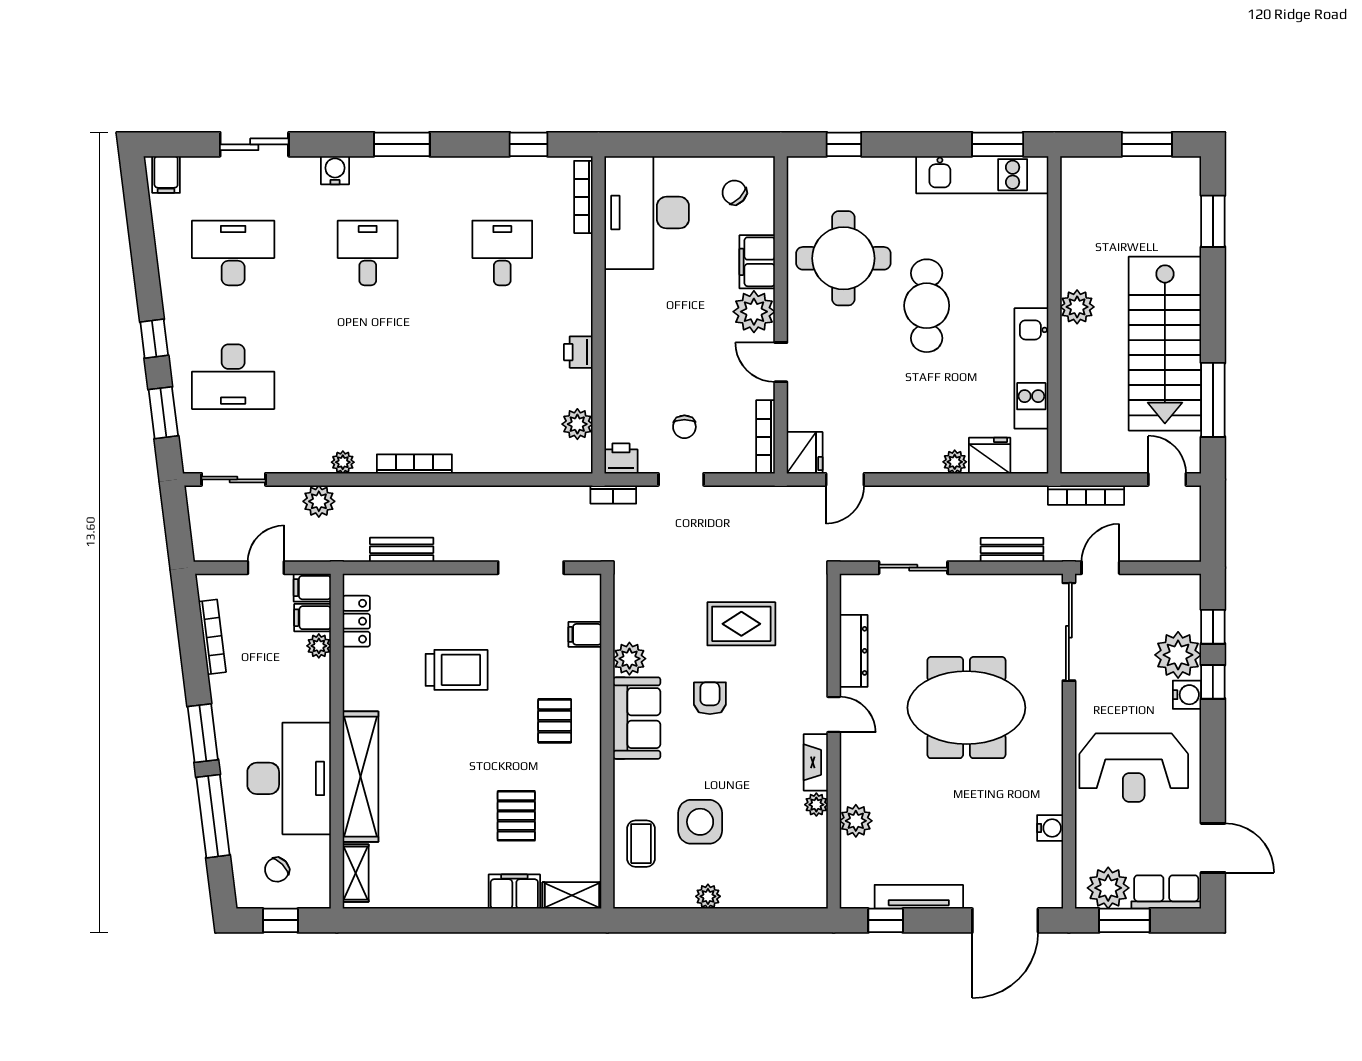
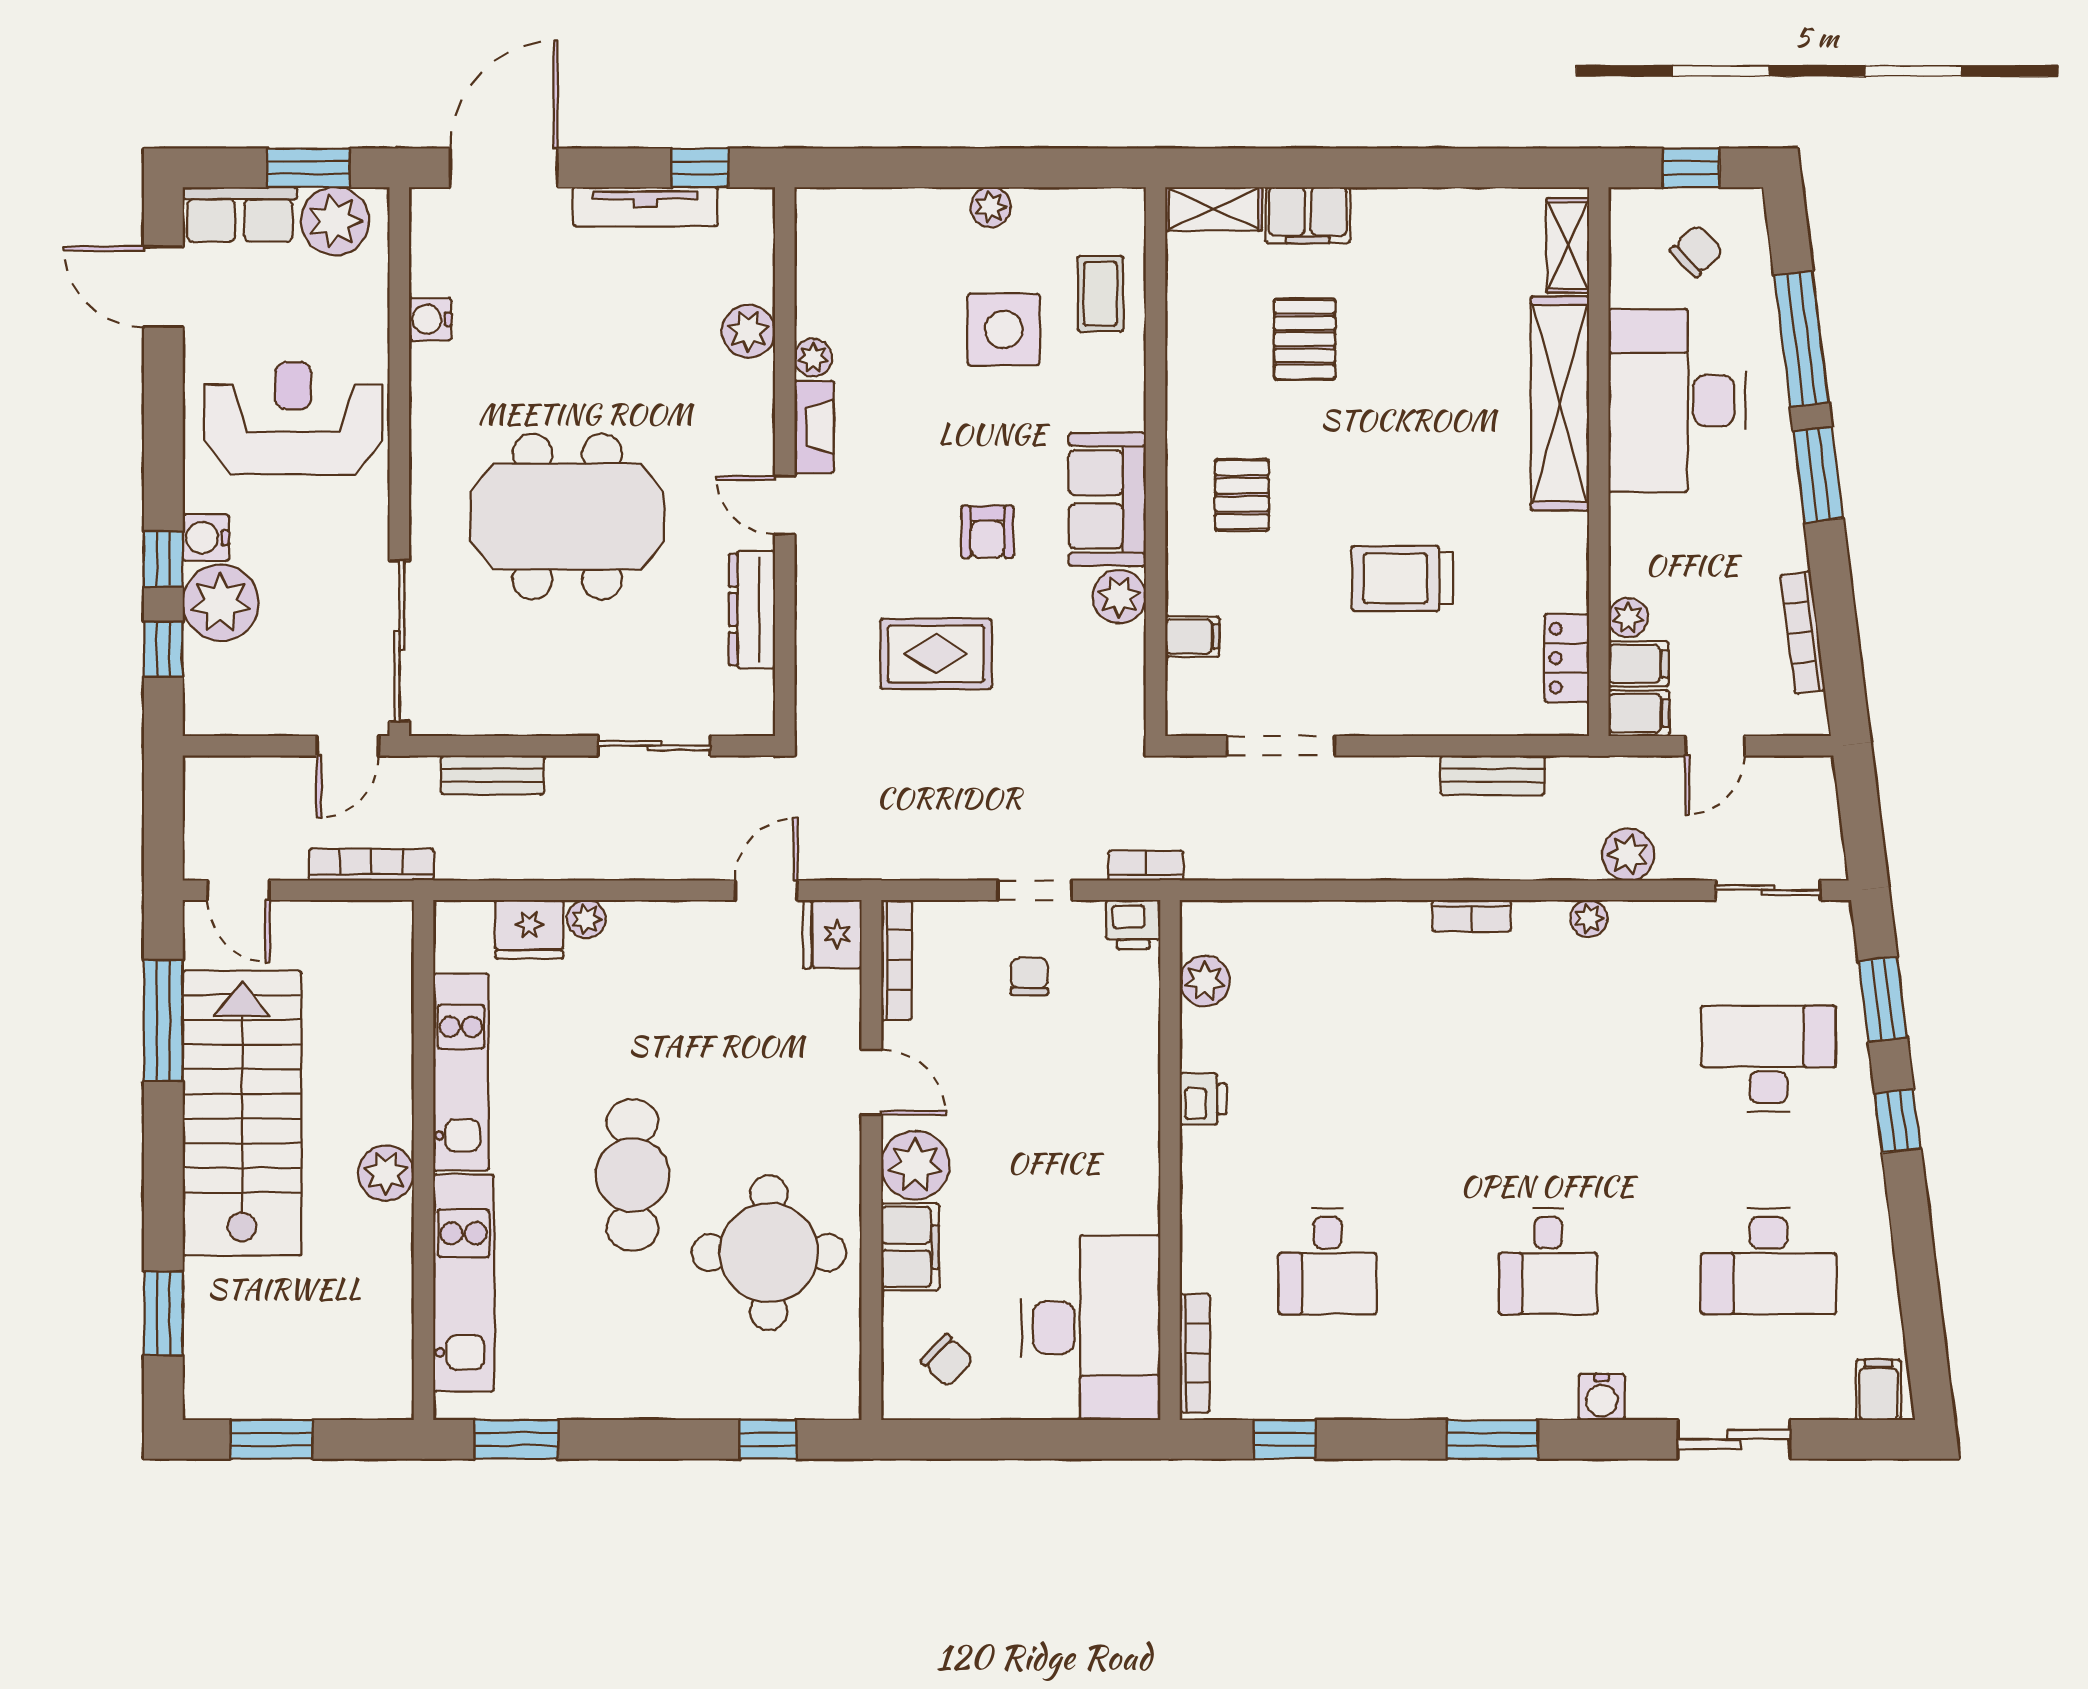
kitchen unit: (982, 175) -> (464, 1283), moved, turned 90
bookcase: (414, 464) -> (1472, 916), width x0.64

